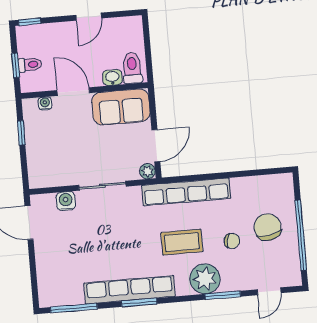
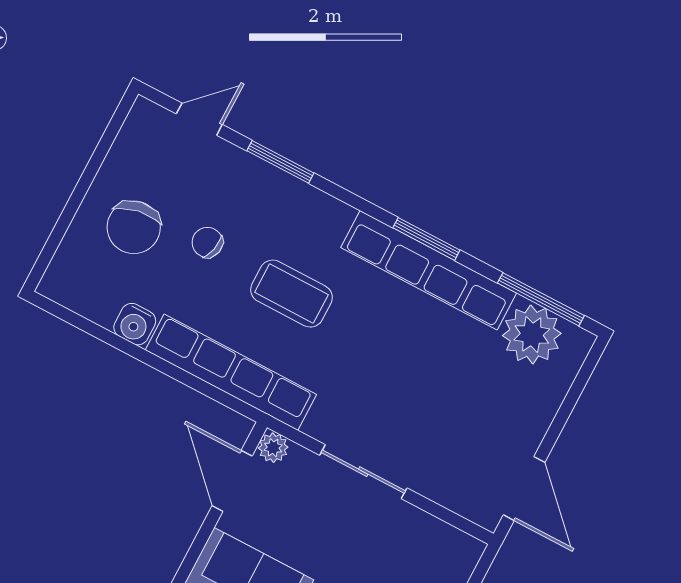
door: (156, 146) -> (232, 481), hinge flipped
water cooler: (66, 201) -> (135, 324), moved
window: (301, 235) -> (87, 179), removed
plant: (205, 279) -> (532, 334), moved

